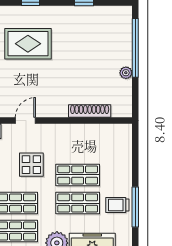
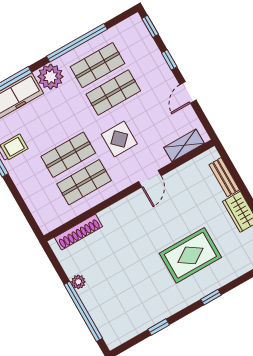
shoe rack: (90, 111) -> (78, 232), moved
shop shelf: (78, 203) -> (84, 182), moved

